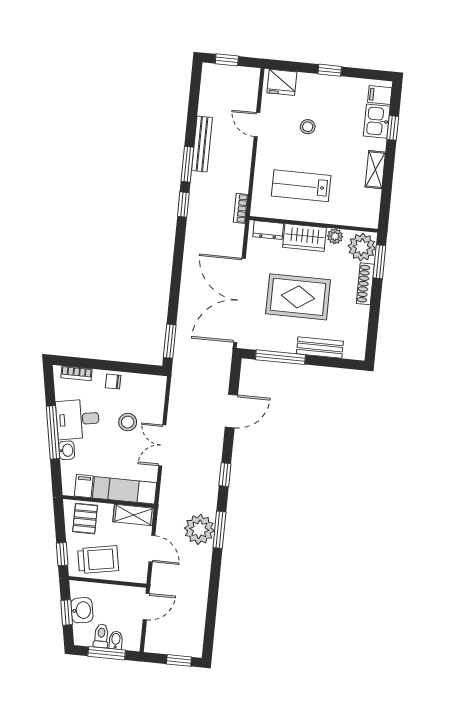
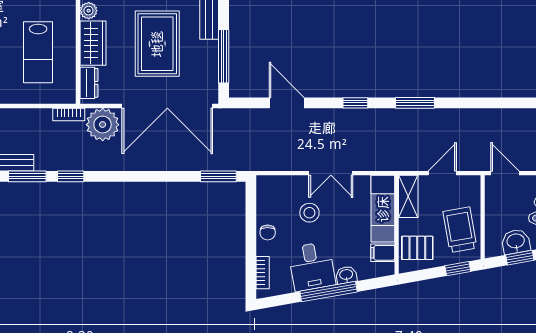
plant: (199, 529) -> (103, 125), moved

